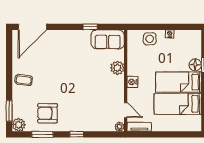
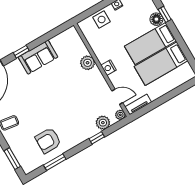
window: (90, 27) -> (21, 52), moved
sofa: (108, 39) -> (38, 57), moved
plant: (19, 125) -> (103, 123), moved
window: (77, 134) -> (97, 138), moved

